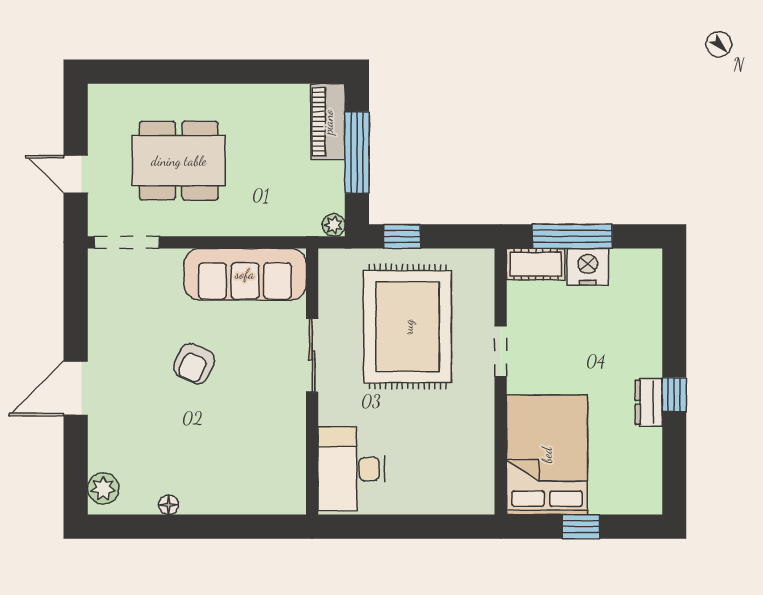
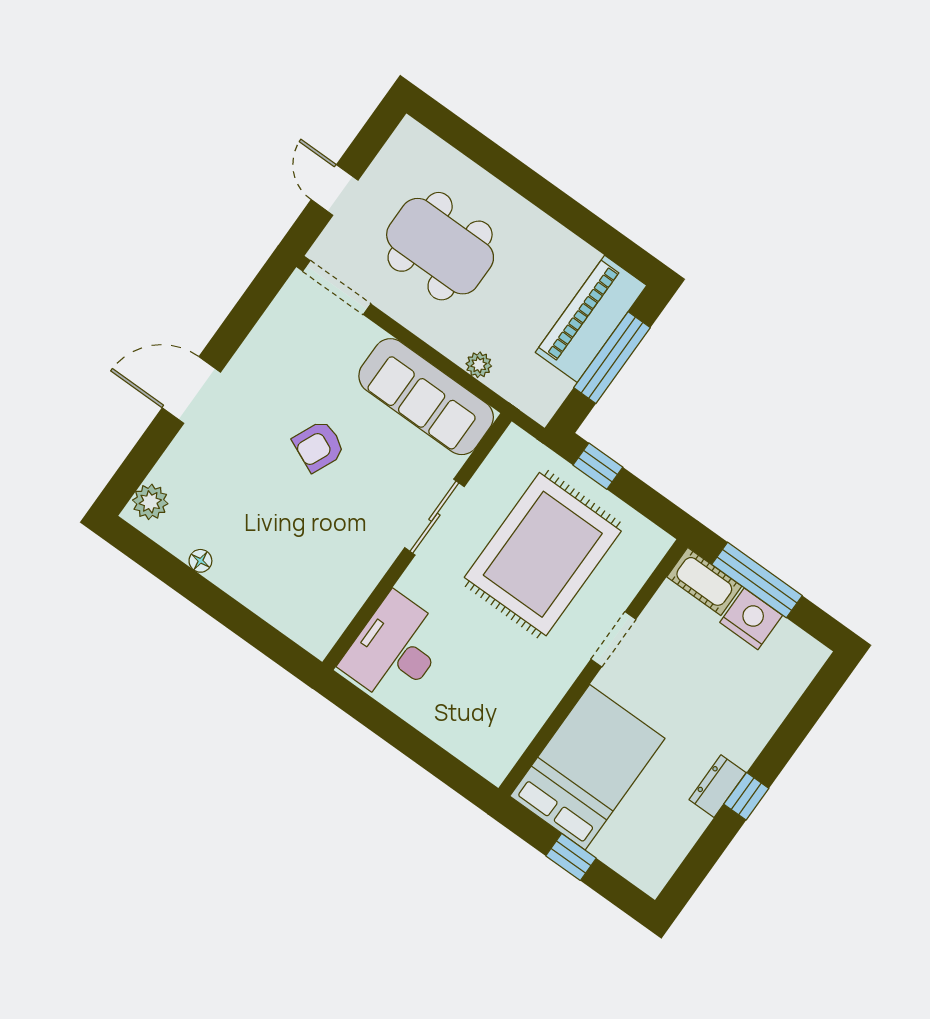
piano: (328, 122) -> (591, 319), width x1.37, depth x1.33
plant: (334, 225) -> (479, 365), moved

